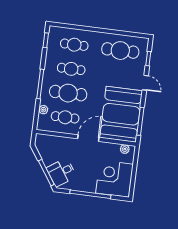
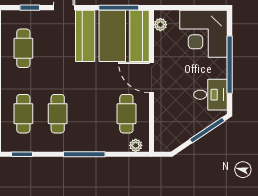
cafe table: (120, 51) -> (23, 48), width x0.73, depth x0.74
cafe table: (68, 93) -> (92, 114), removed
plant: (43, 110) -> (136, 145), moved
desk: (61, 172) -> (210, 95), moved, turned -56

